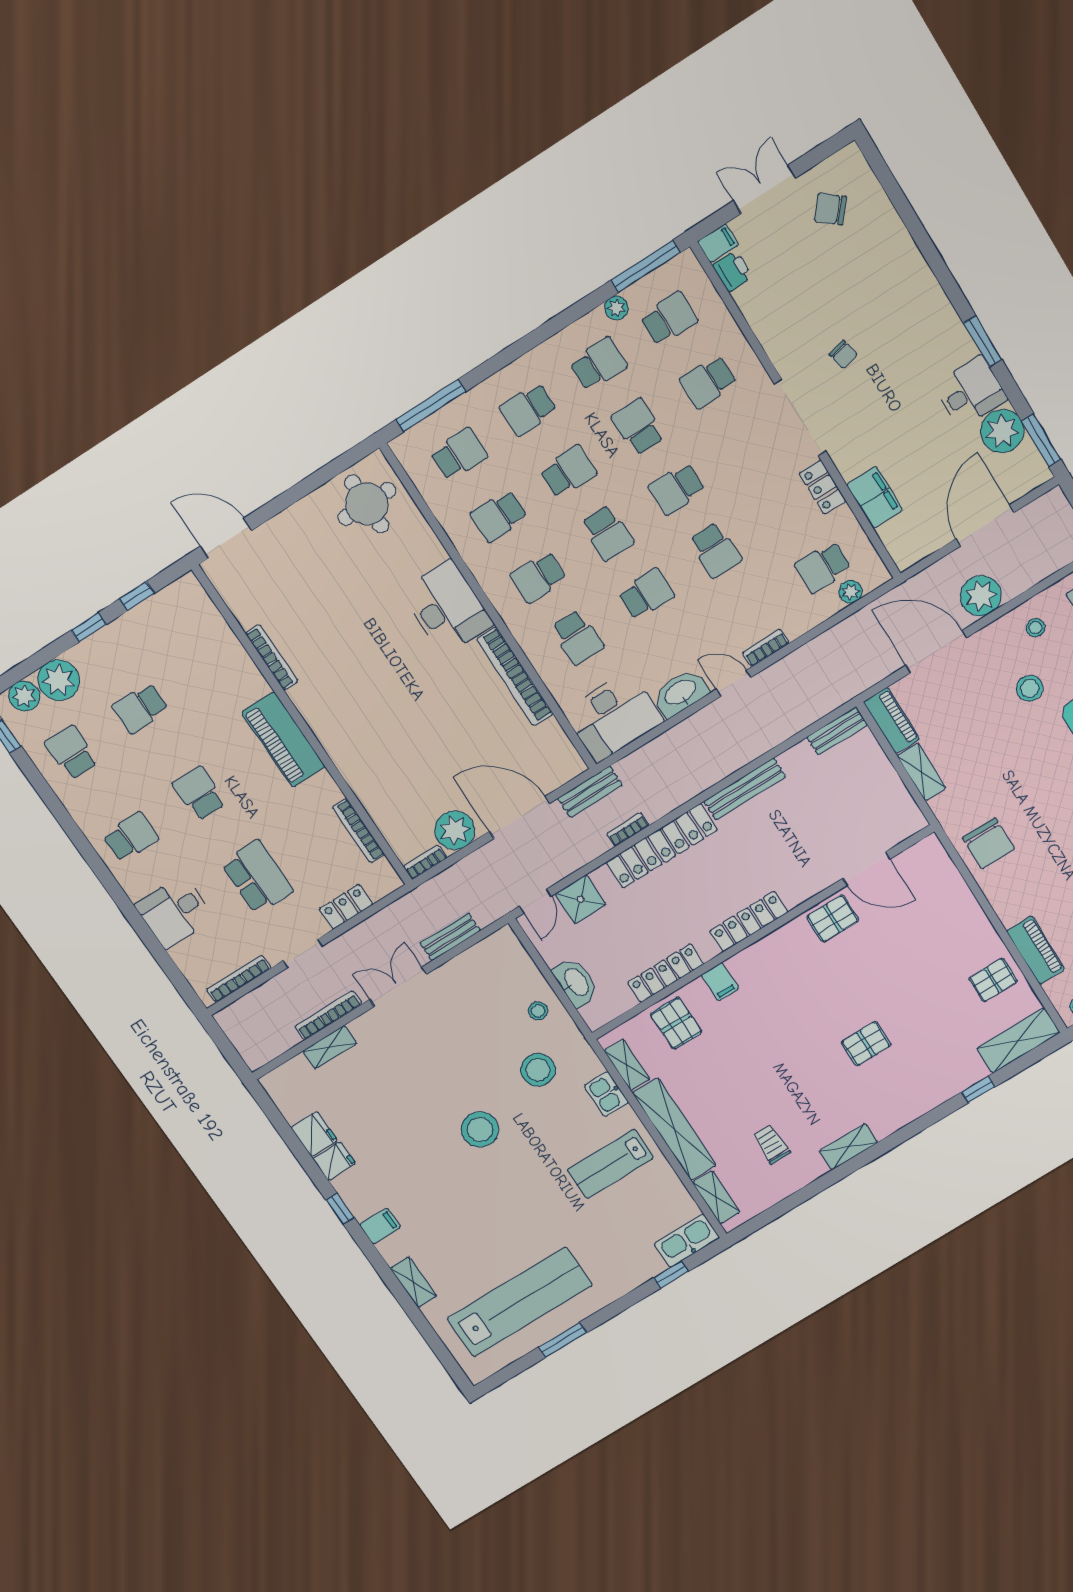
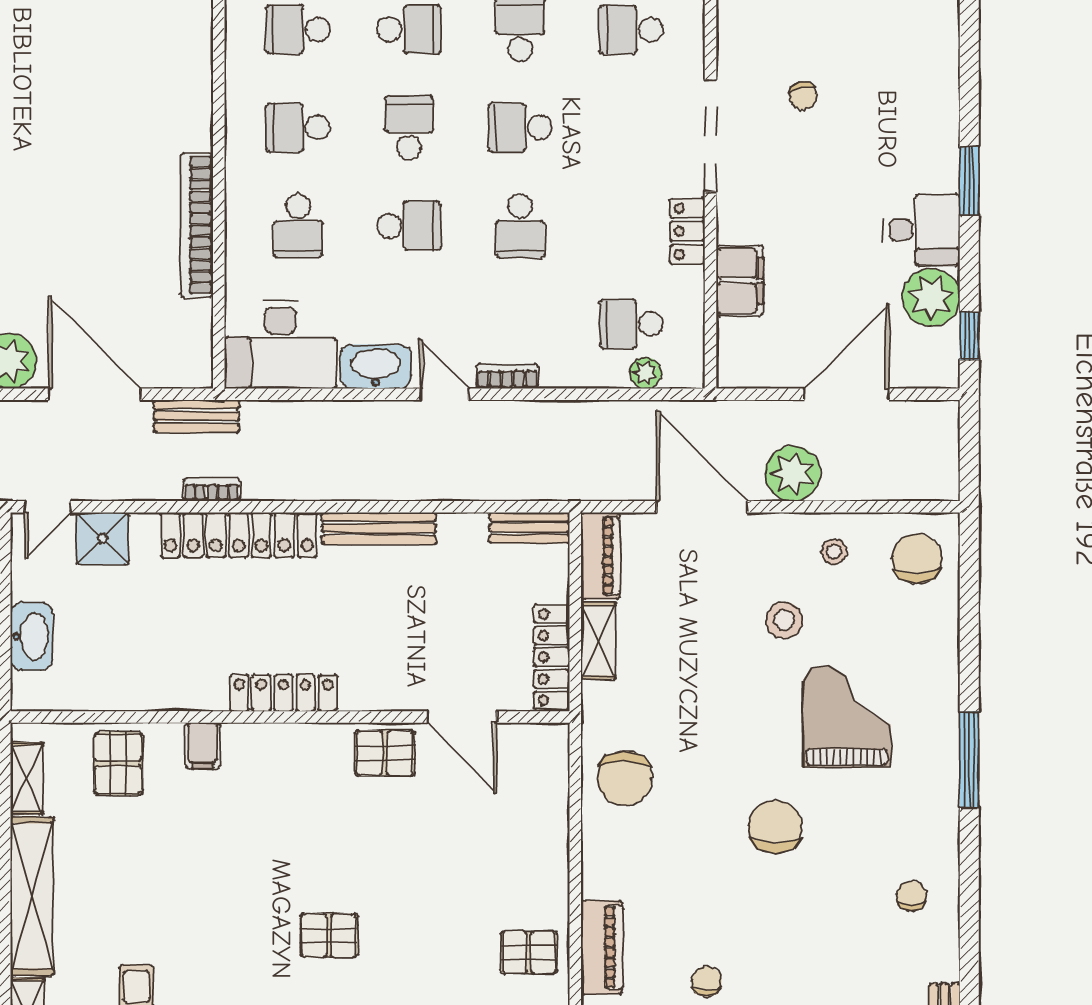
window: (1041, 440) -> (969, 336), width x0.67
school desk: (607, 533) -> (409, 128), turned 180
desk: (447, 608) -> (171, 96), removed
locker: (666, 973) -> (552, 657), moved, turned -90

